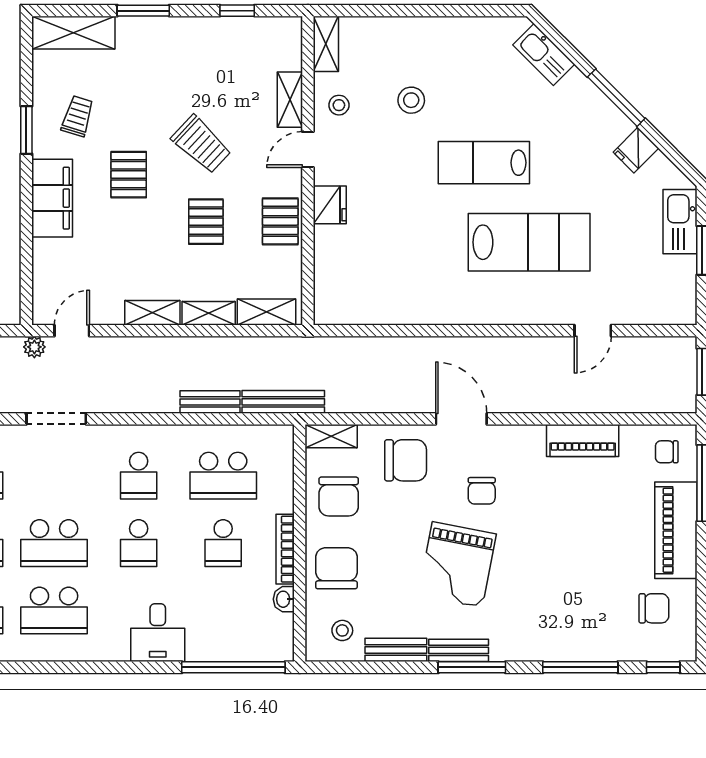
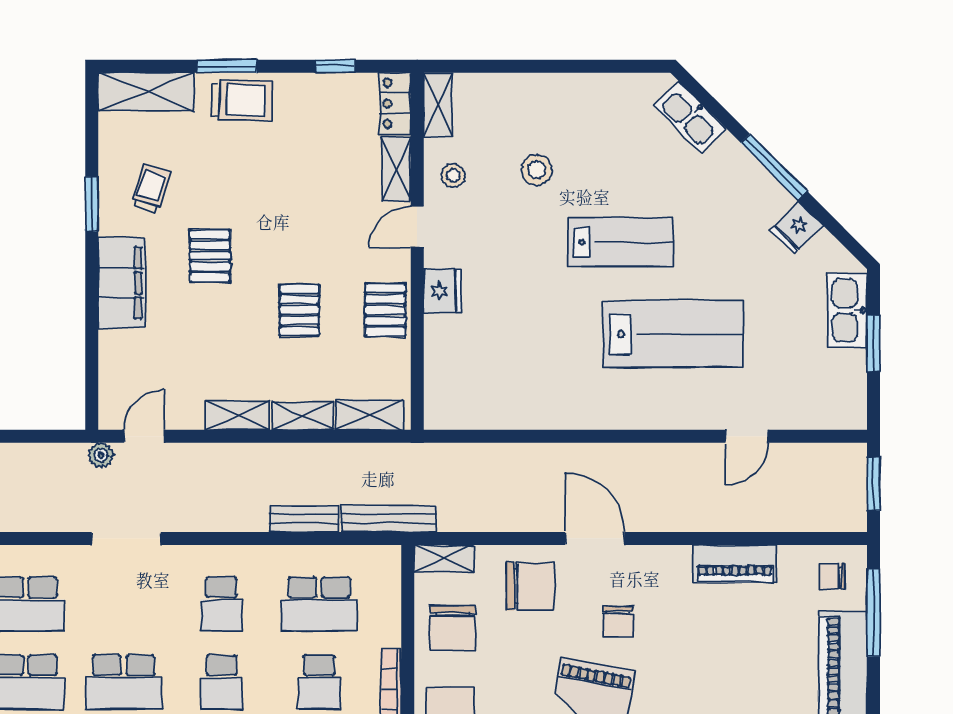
locker: (289, 43) -> (395, 104), added
trolley: (201, 144) -> (242, 100), moved, turned -42
lab bench: (484, 163) -> (621, 242), turned 180

